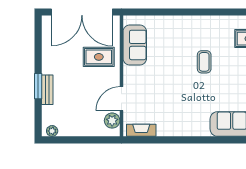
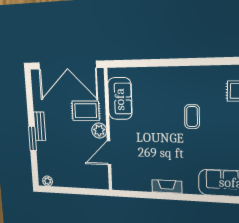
bench: (47, 90) -> (40, 126), moved
plant: (112, 121) -> (99, 131), moved
fireplace: (141, 130) -> (167, 186), moved

